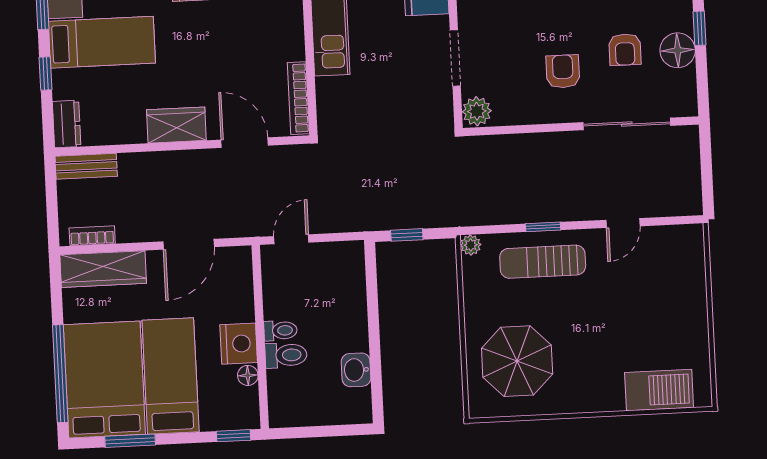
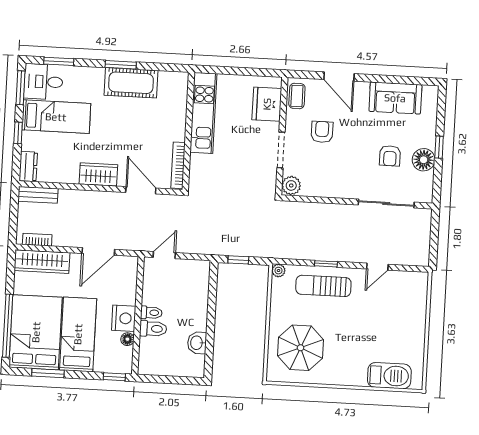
armchair: (563, 71) -> (322, 132), moved

